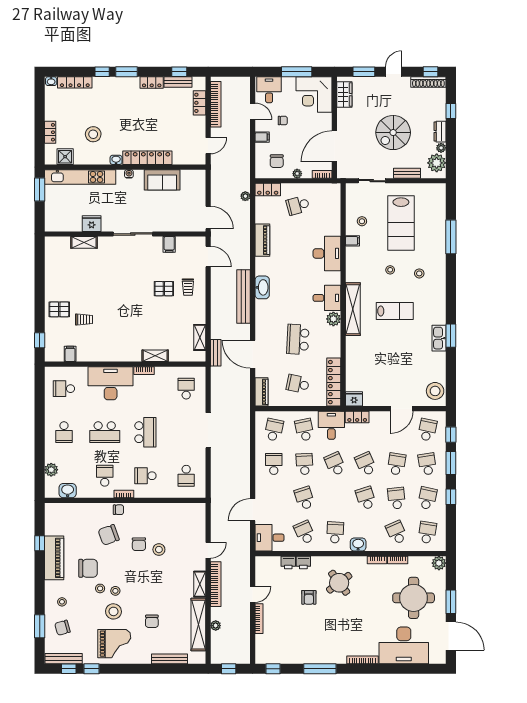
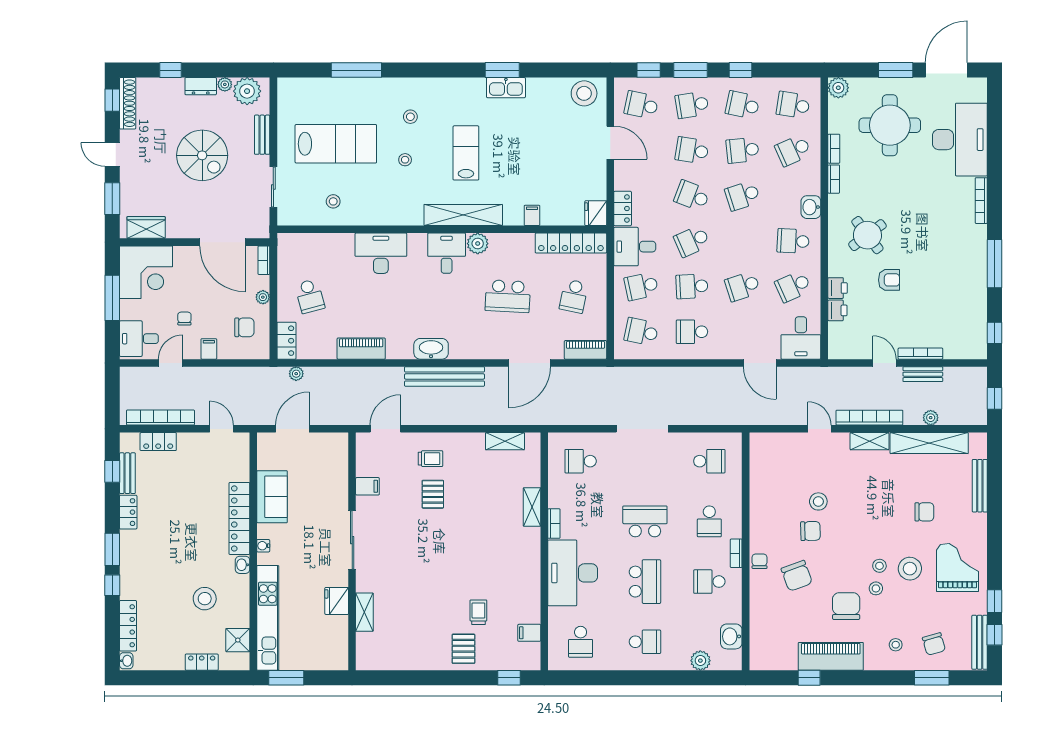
door: (208, 217) -> (292, 429), moved
filing cabinet: (352, 241) -> (532, 215), moved
bench: (216, 353) -> (923, 374), moved
school desk: (366, 464) -> (692, 196), turned 45

